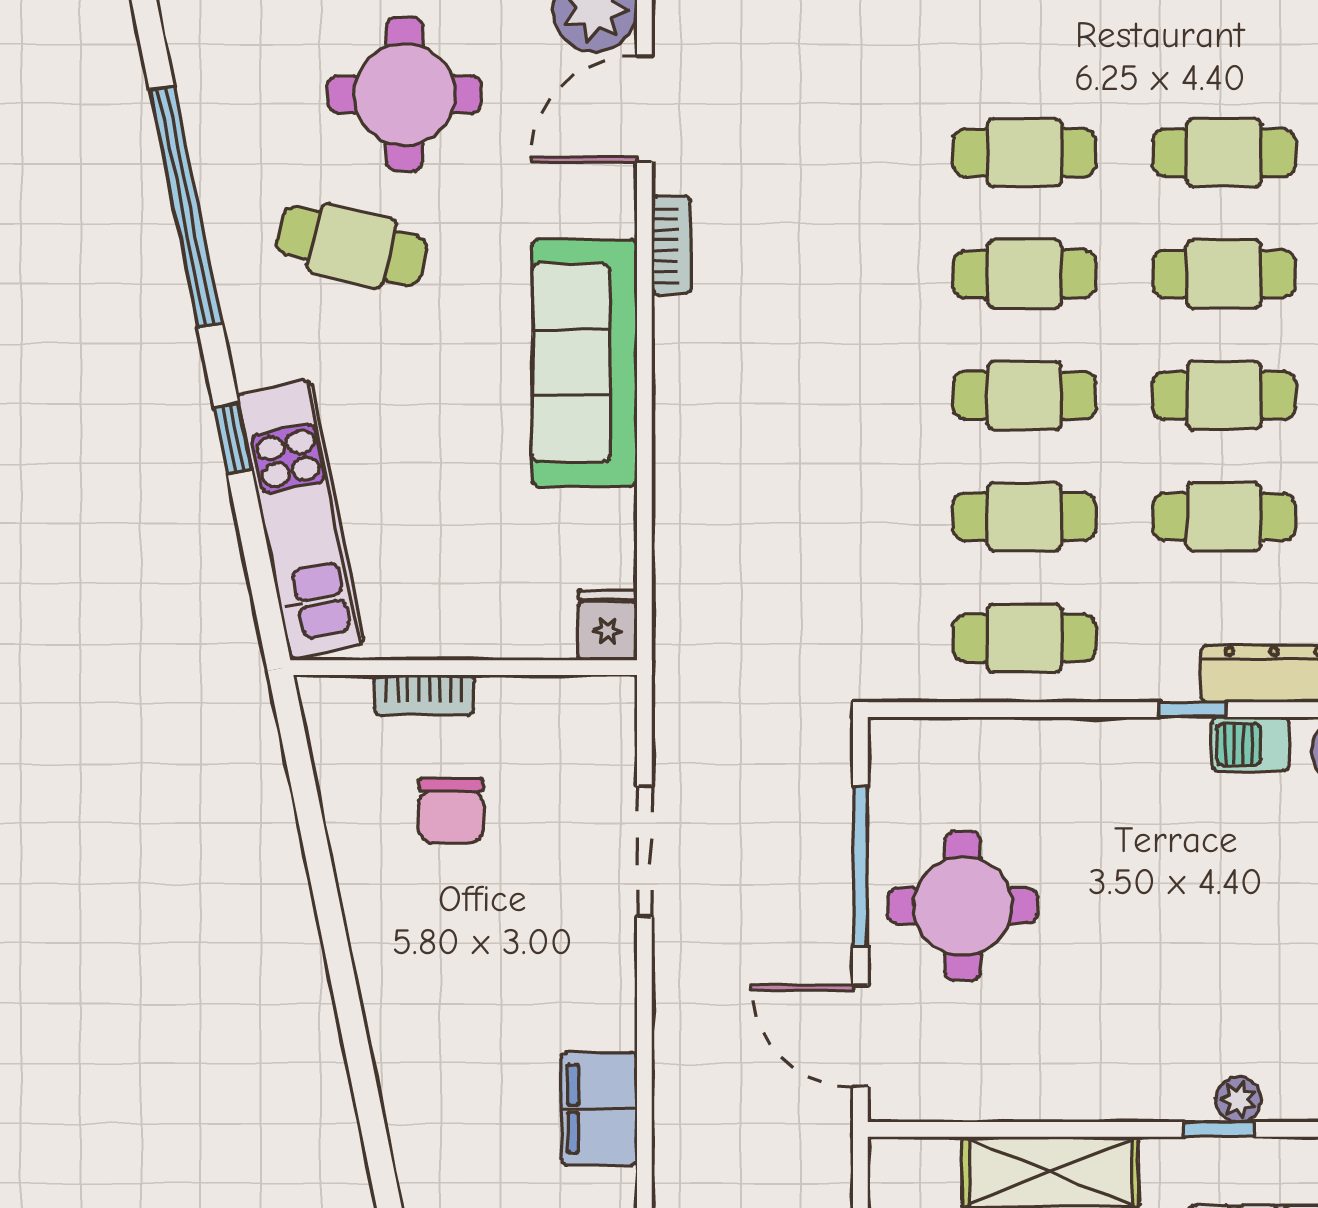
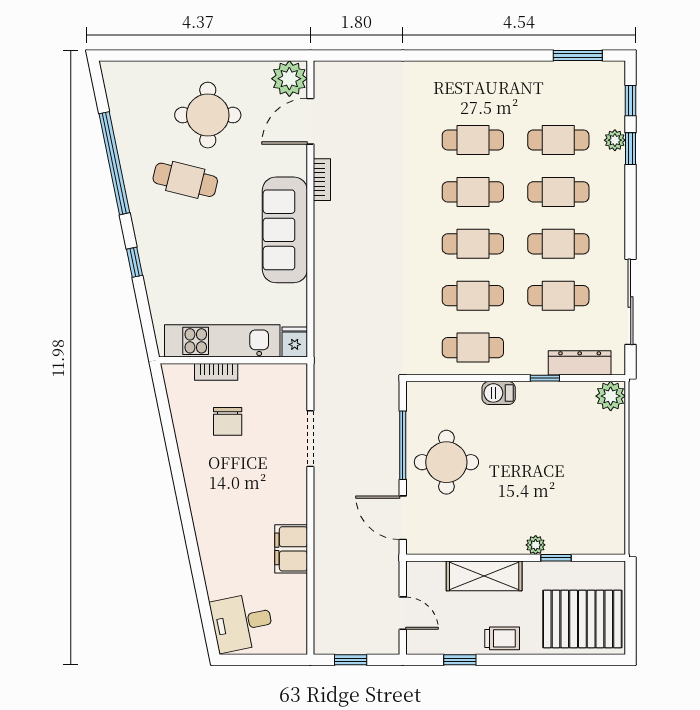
kitchen unit: (300, 519) -> (222, 341), moved, turned -79
barbecue: (1250, 744) -> (499, 393), moved
plant: (1239, 1100) -> (536, 545), moved

